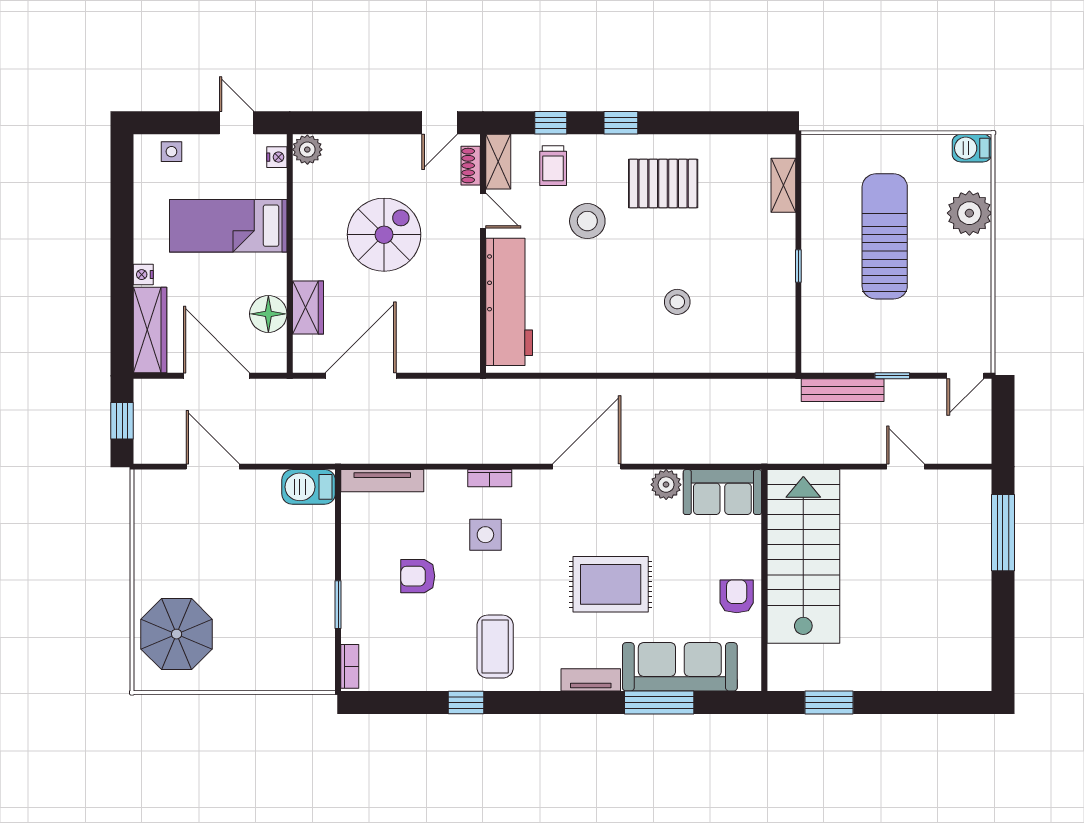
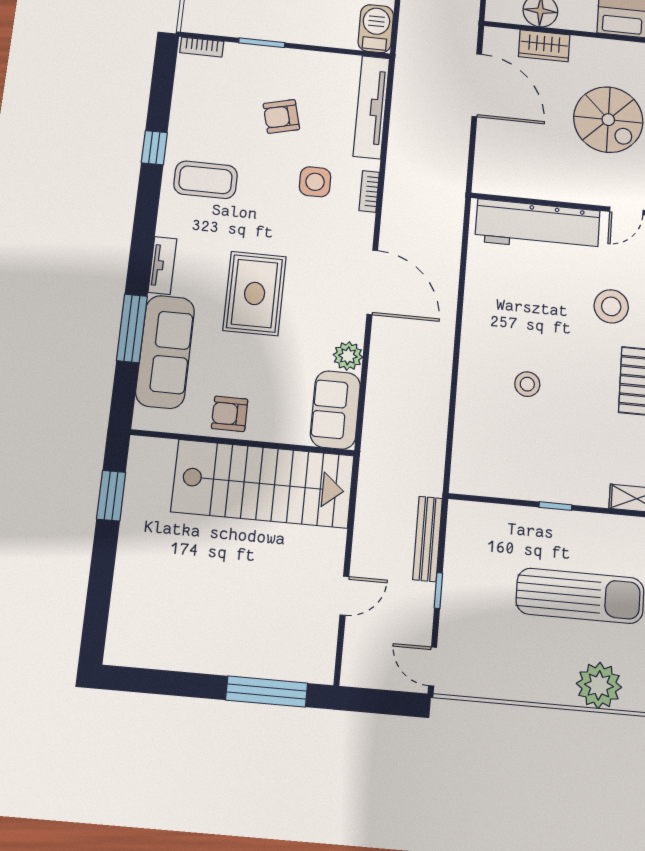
tv unit: (382, 481) -> (371, 107), width x1.36, depth x1.29
armchair: (418, 576) -> (281, 116), turned -104
armchair: (737, 596) -> (230, 414), turned 180

